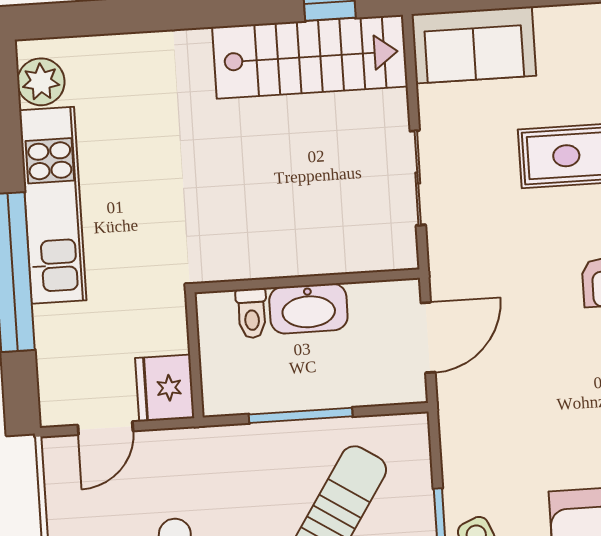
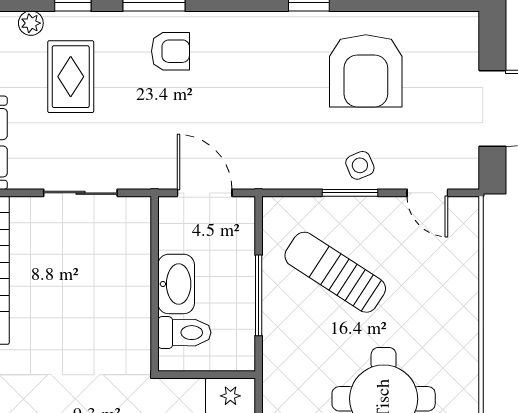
toilet: (252, 313) -> (184, 333), width x1.37, depth x1.39

